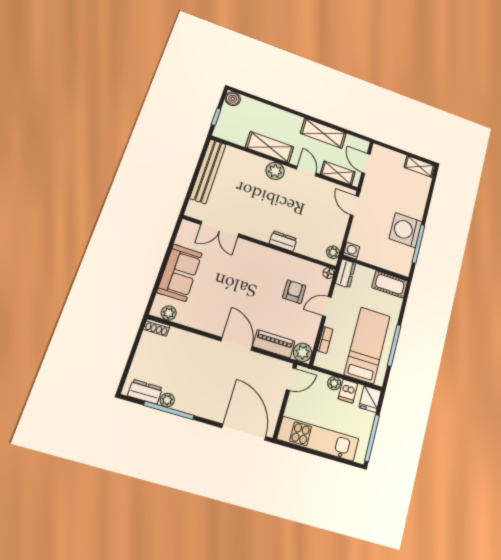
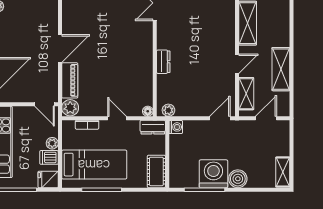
plant: (275, 171) -> (226, 35), removed
boiler: (416, 209) -> (238, 179), added
armchair: (294, 292) -> (121, 85), removed

